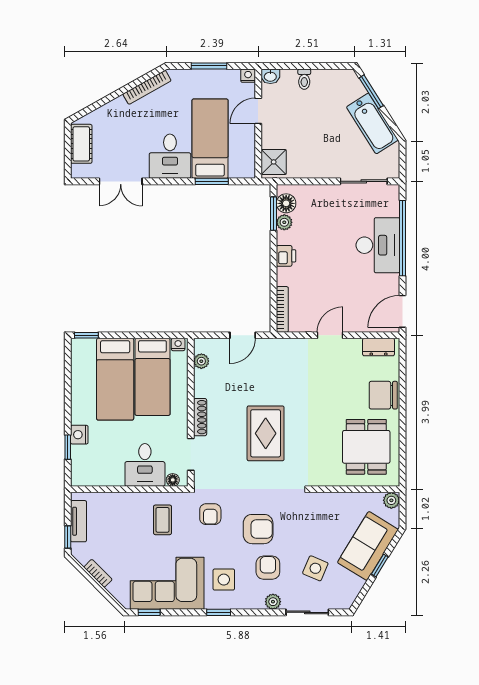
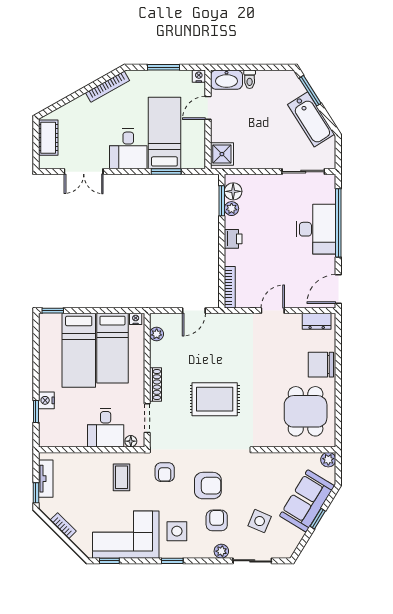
washbasin: (270, 76) -> (226, 80), width x1.91, depth x1.45
rug: (266, 433) -> (215, 399), turned 90

